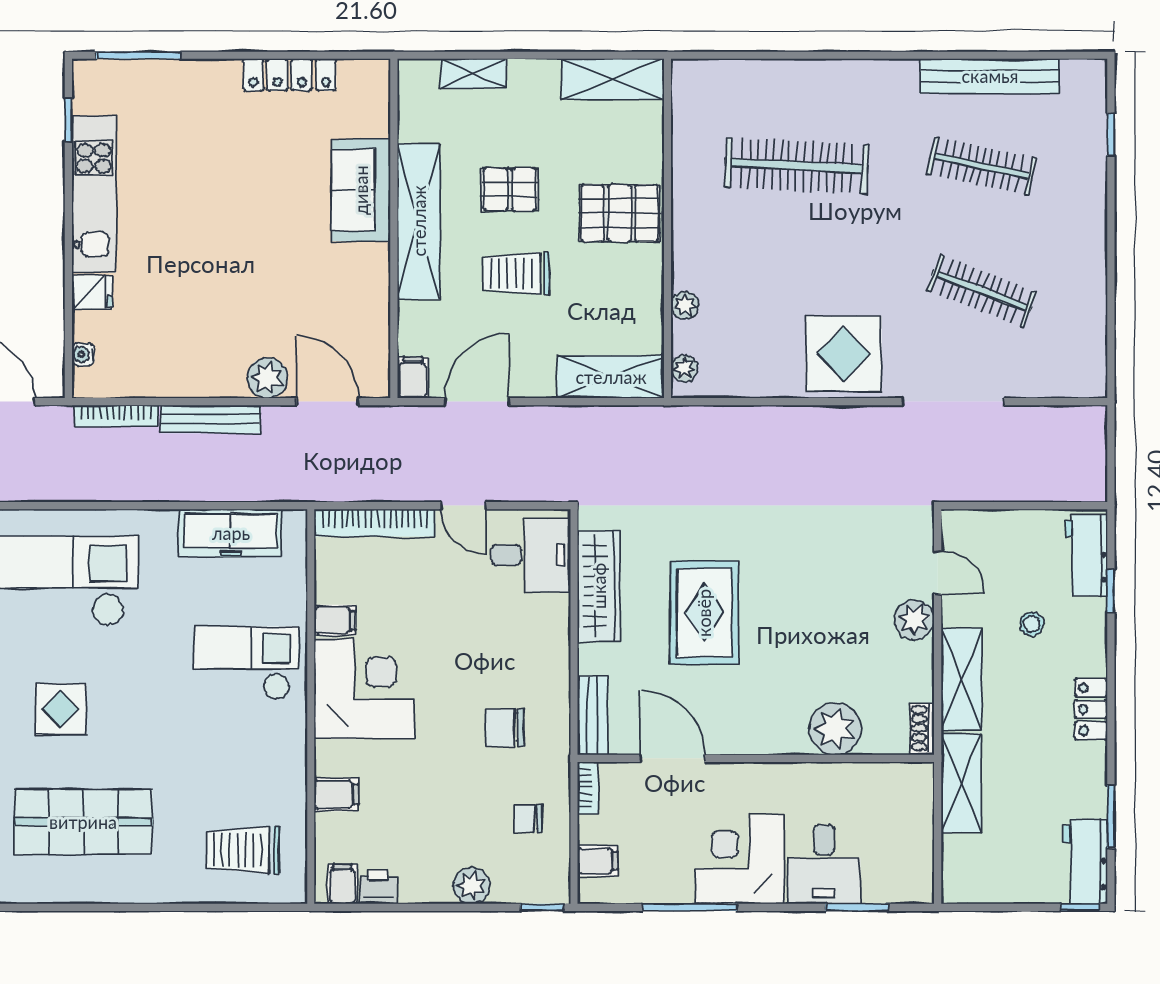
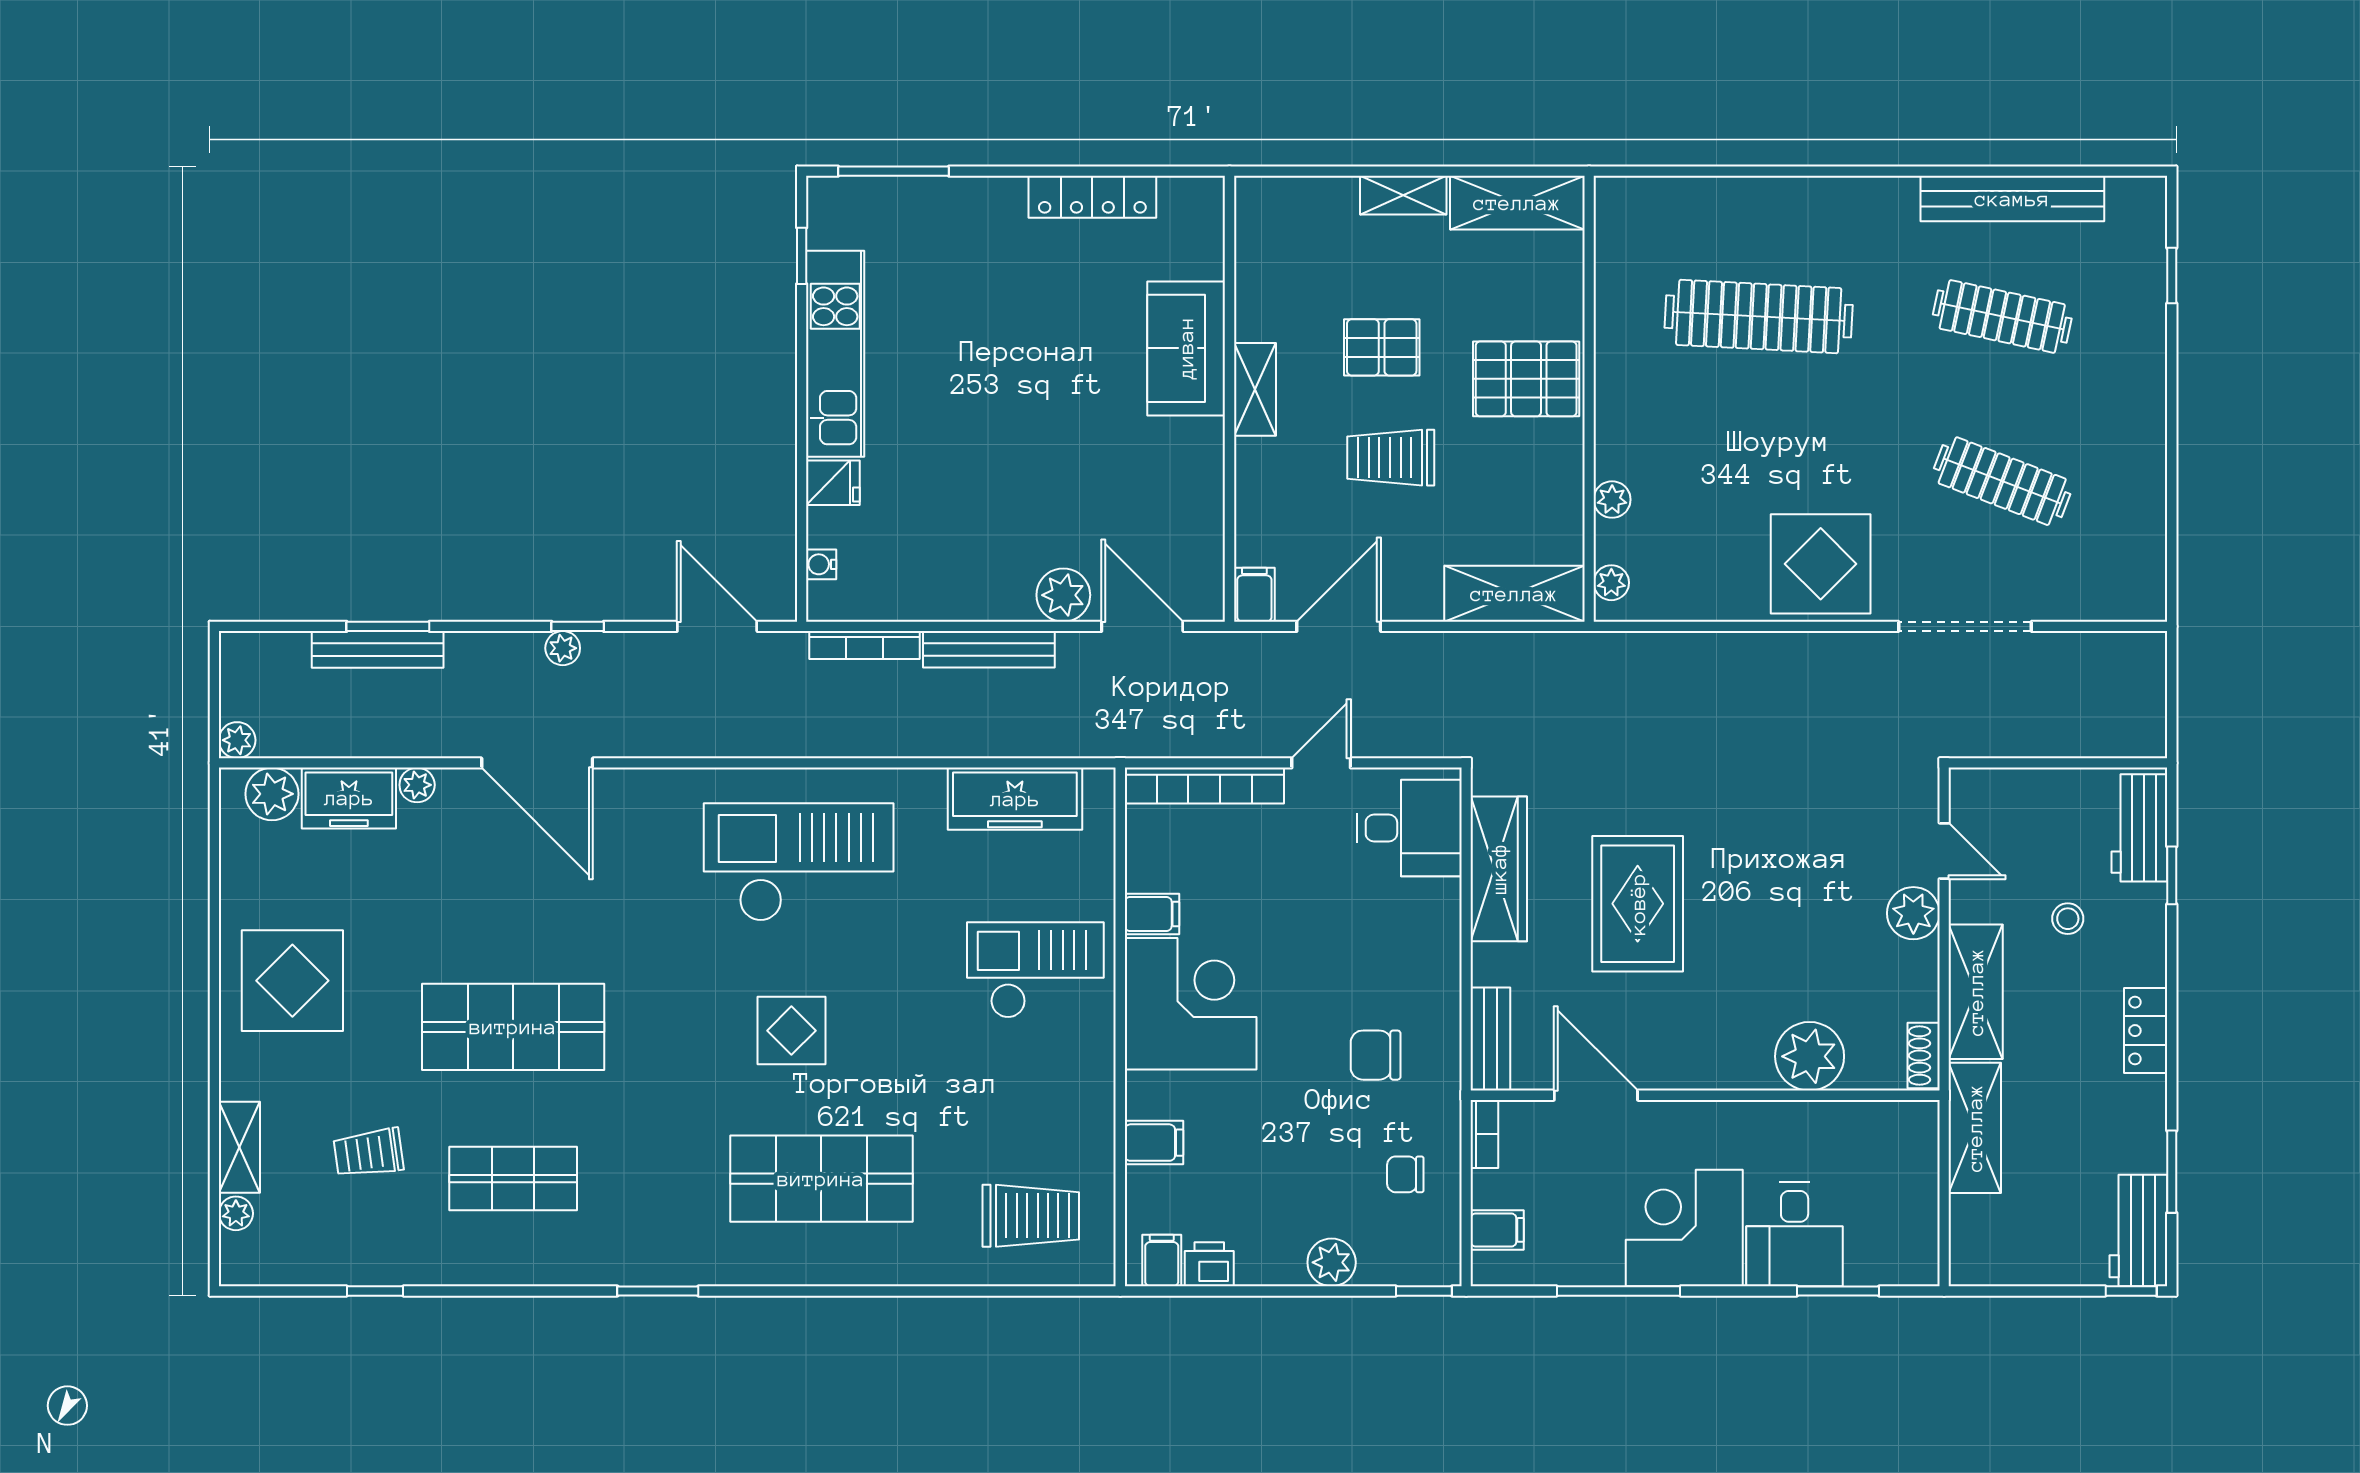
shelving: (473, 74) -> (1403, 195), moved
shelving: (419, 221) -> (1255, 389), width x0.45, depth x0.75
door: (464, 506) -> (1321, 763), swing flipped
trolley: (243, 850) -> (1031, 1216), turned 180

